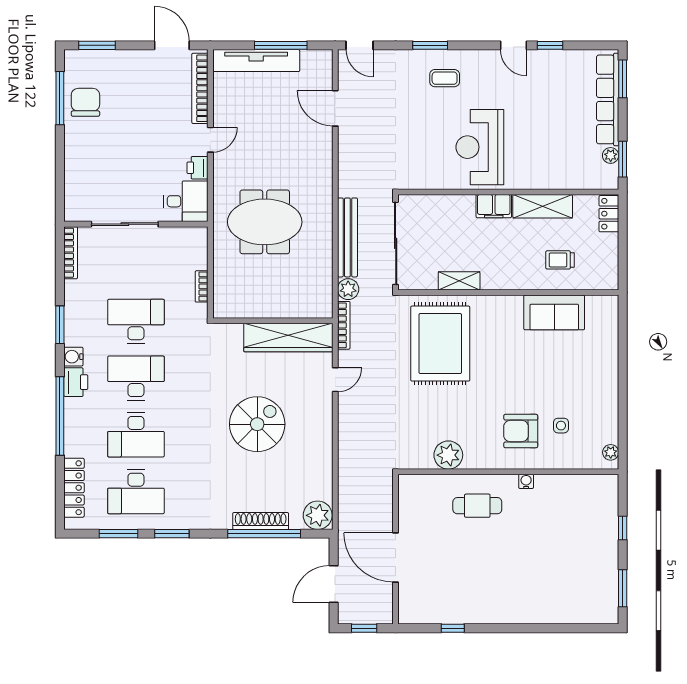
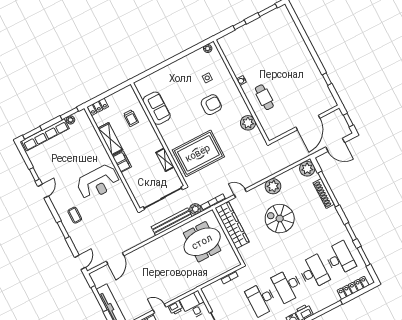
meeting table: (265, 222) -> (202, 242), moved, turned 90
armchair: (521, 431) -> (211, 105), moved, turned -90
plant: (318, 442) -> (273, 186), added

